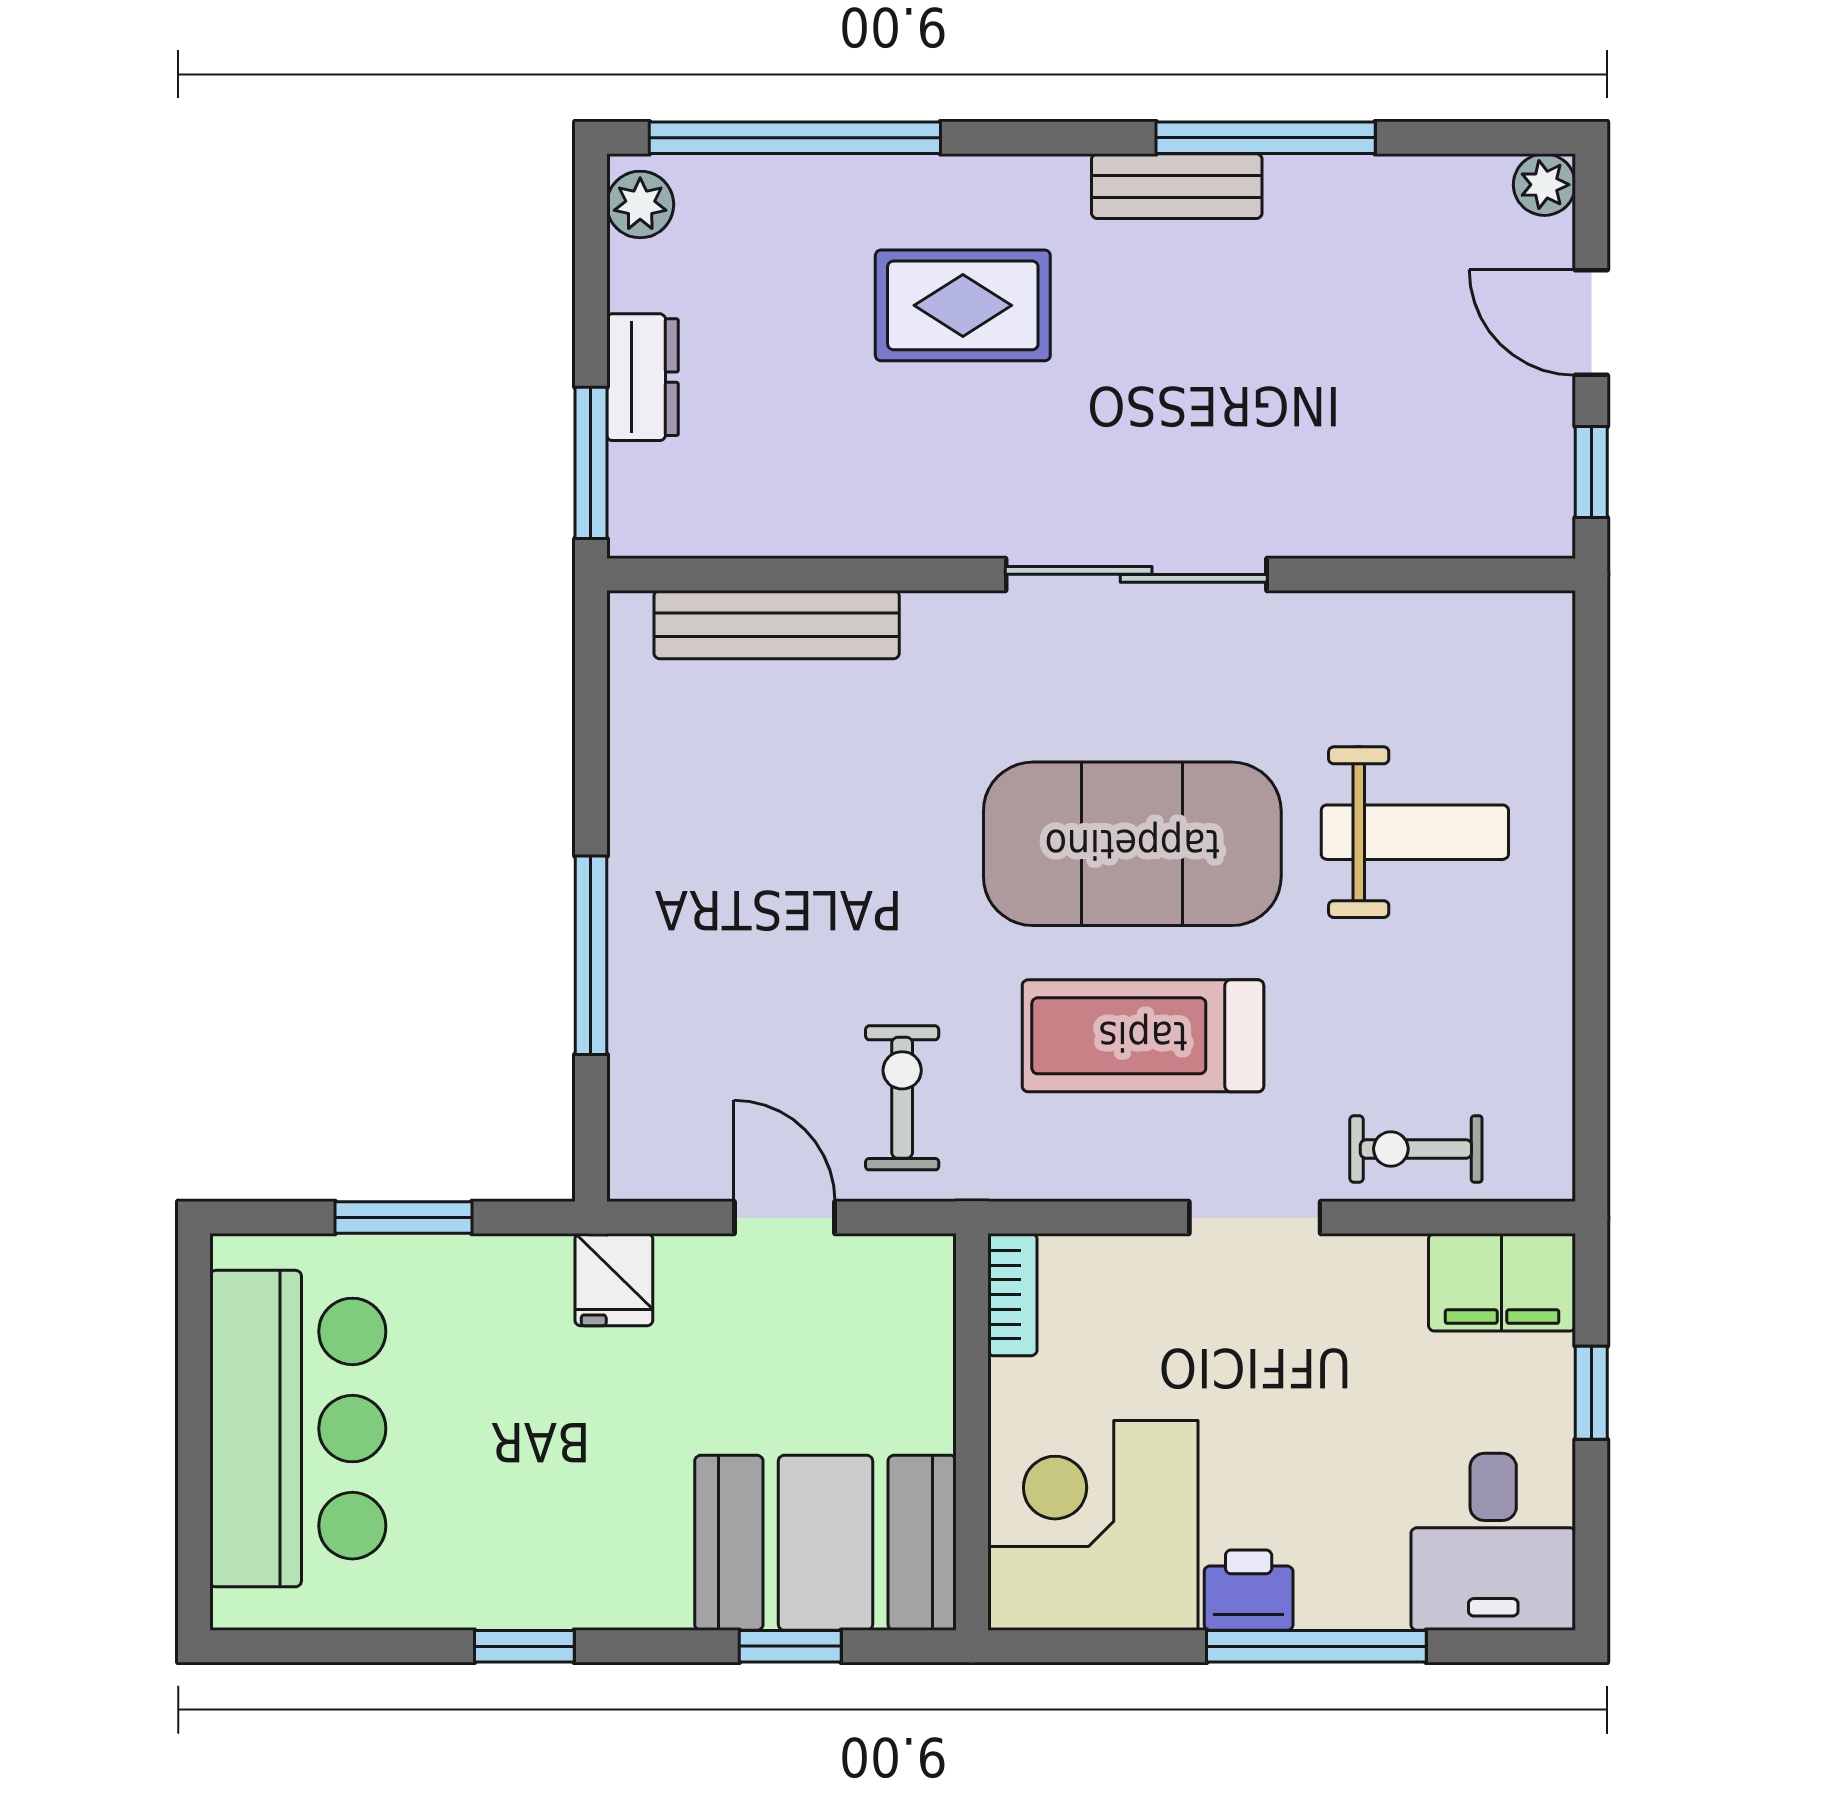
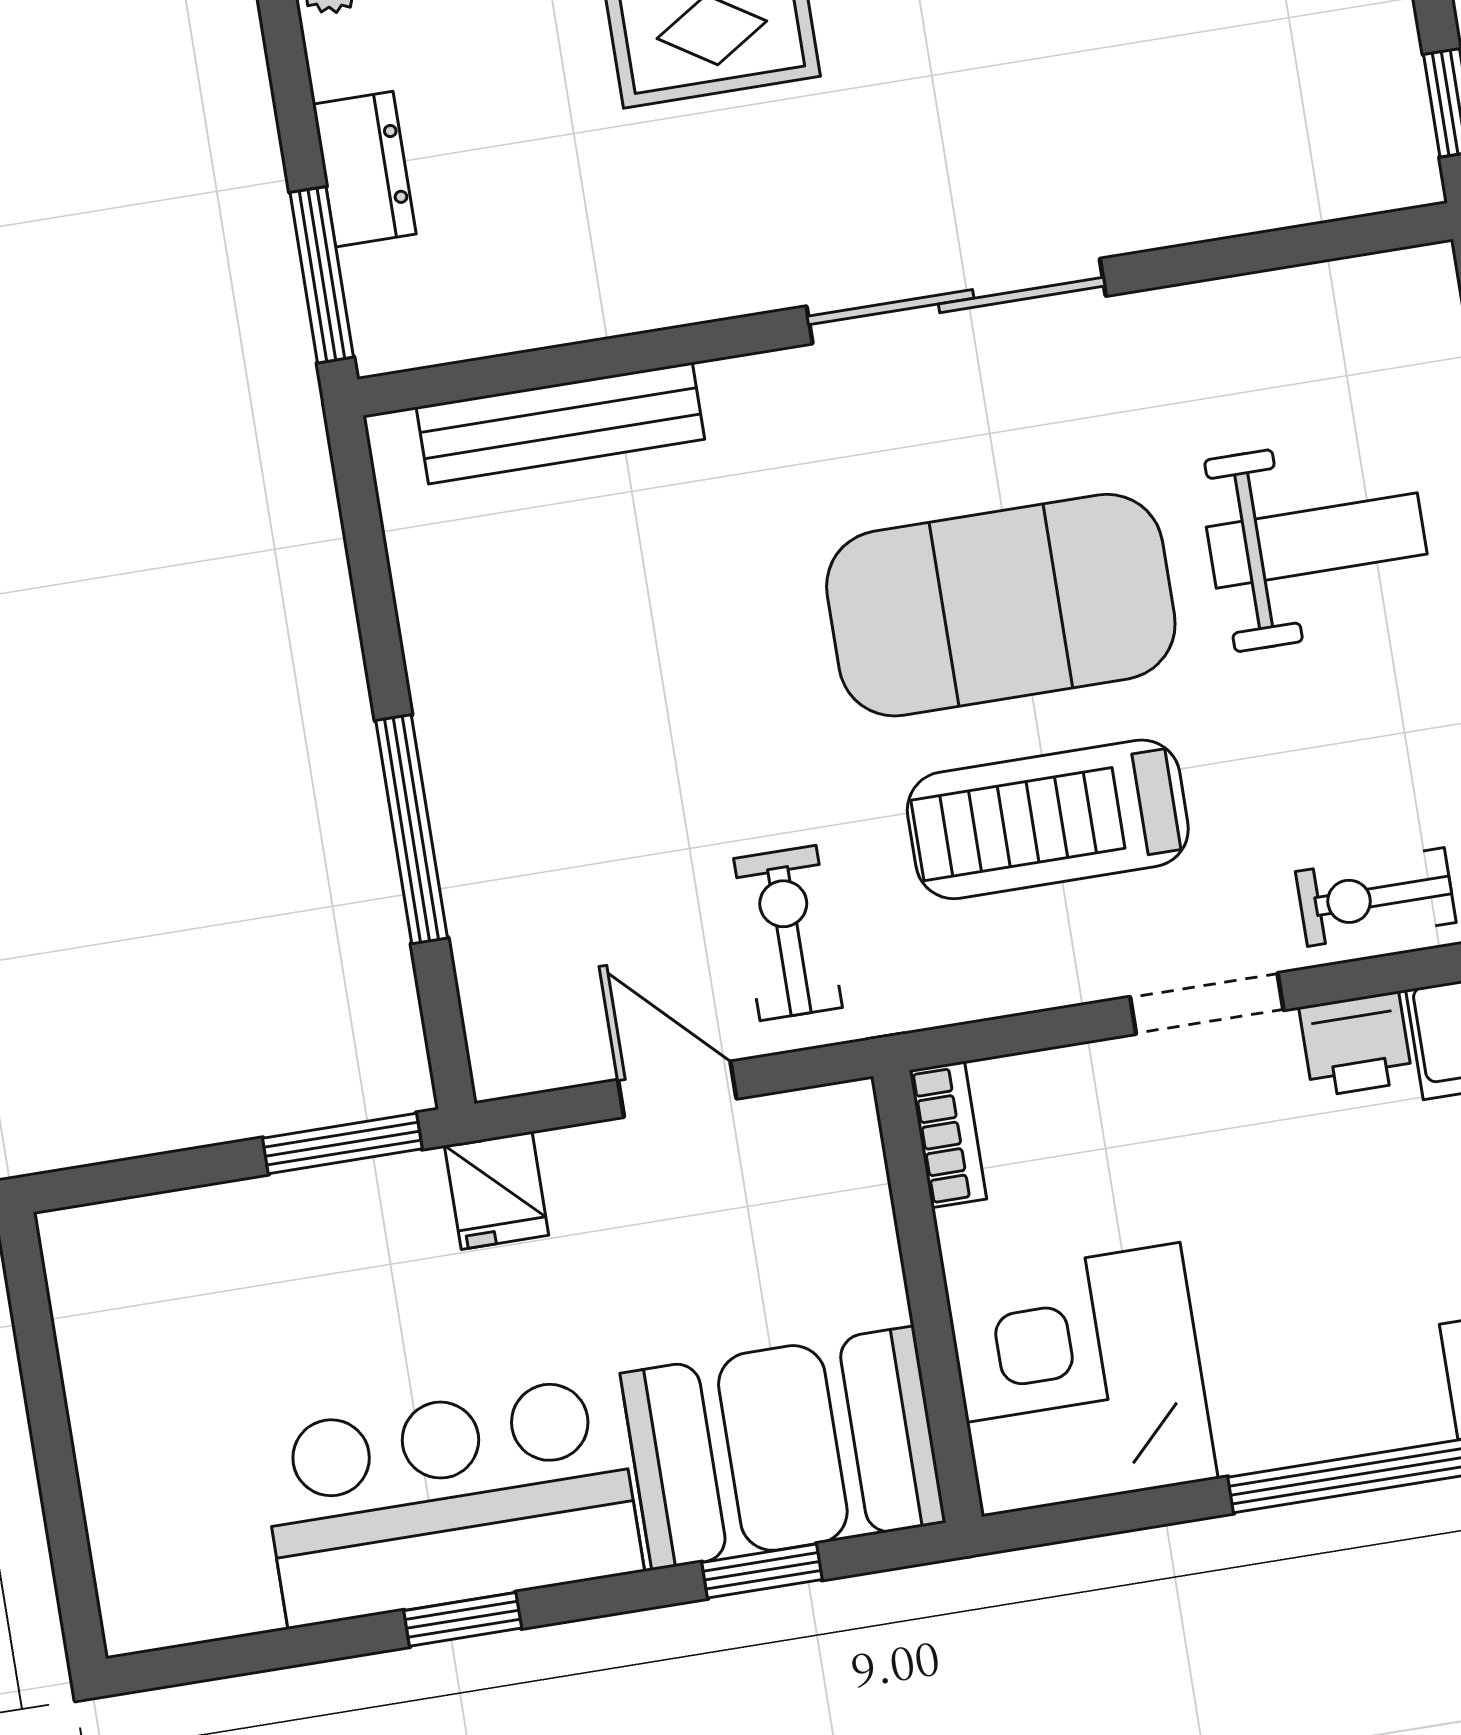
window: (403, 1218) -> (342, 1144), moved
bar counter: (298, 1429) -> (450, 1501), moved, turned -90
printer: (1249, 1590) -> (1356, 1044), moved, turned 180

